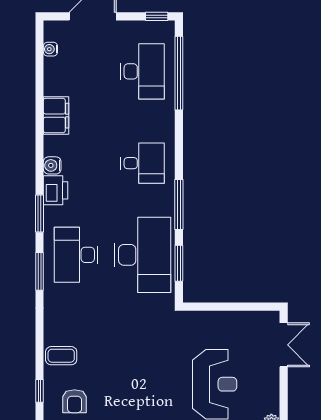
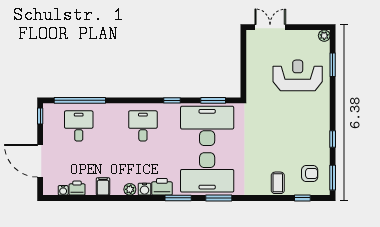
printer: (54, 69) -> (77, 188), added
desk: (142, 71) -> (79, 126), width x0.73
filing cabinet: (56, 116) -> (103, 186), width x0.50
plant: (52, 144) -> (130, 189), added
window: (179, 205) -> (172, 100), width x0.46
desk: (76, 255) -> (207, 172), width x1.36, depth x1.30

